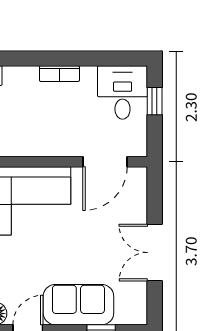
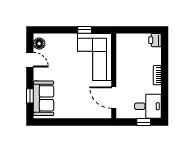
double door: (155, 253) -> (69, 122), removed
sofa: (78, 305) -> (43, 98), moved

